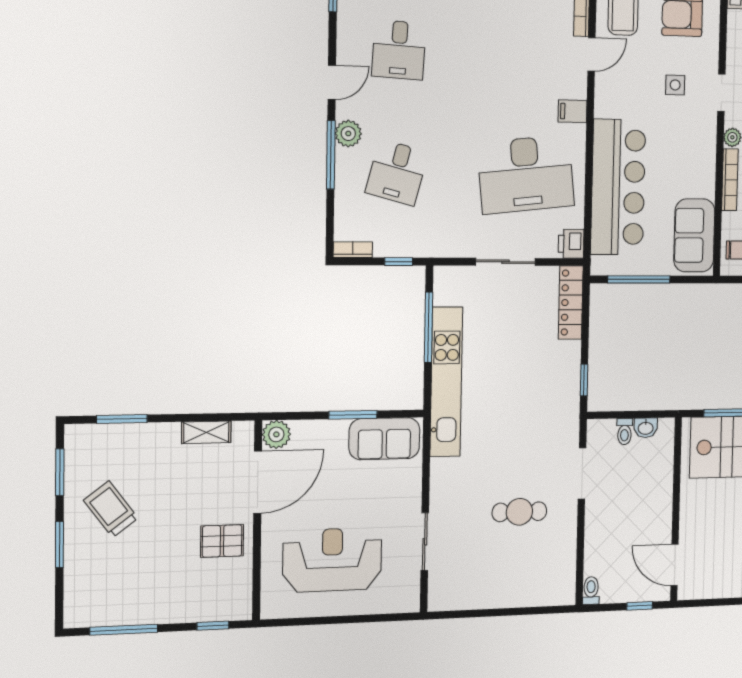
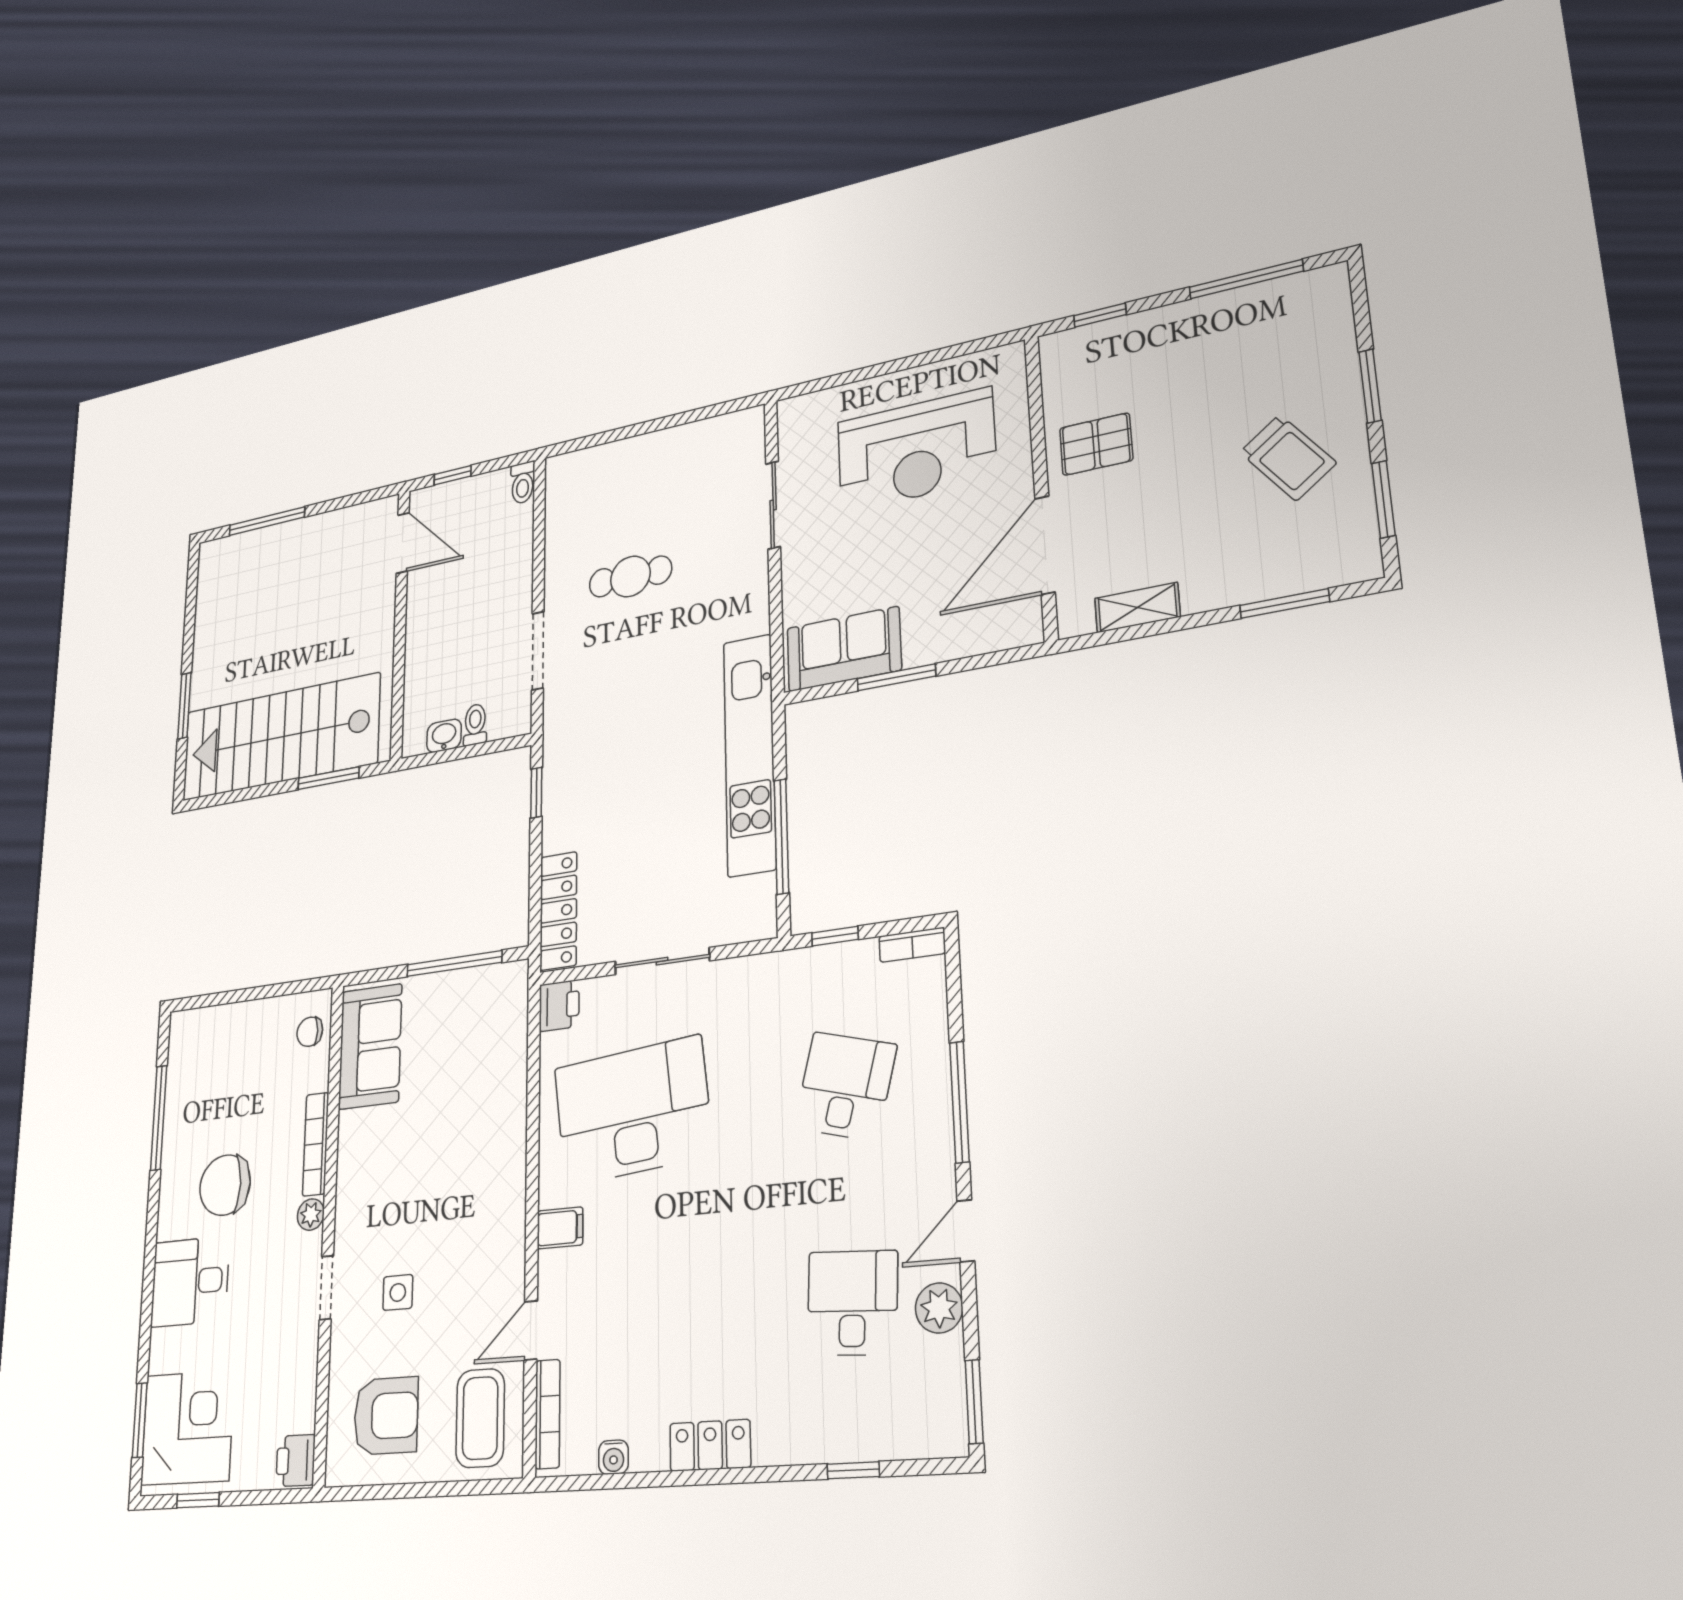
plant: (348, 134) -> (939, 1308), moved
bar counter: (618, 187) -> (487, 1109), removed
plant: (276, 434) -> (1020, 625), removed

